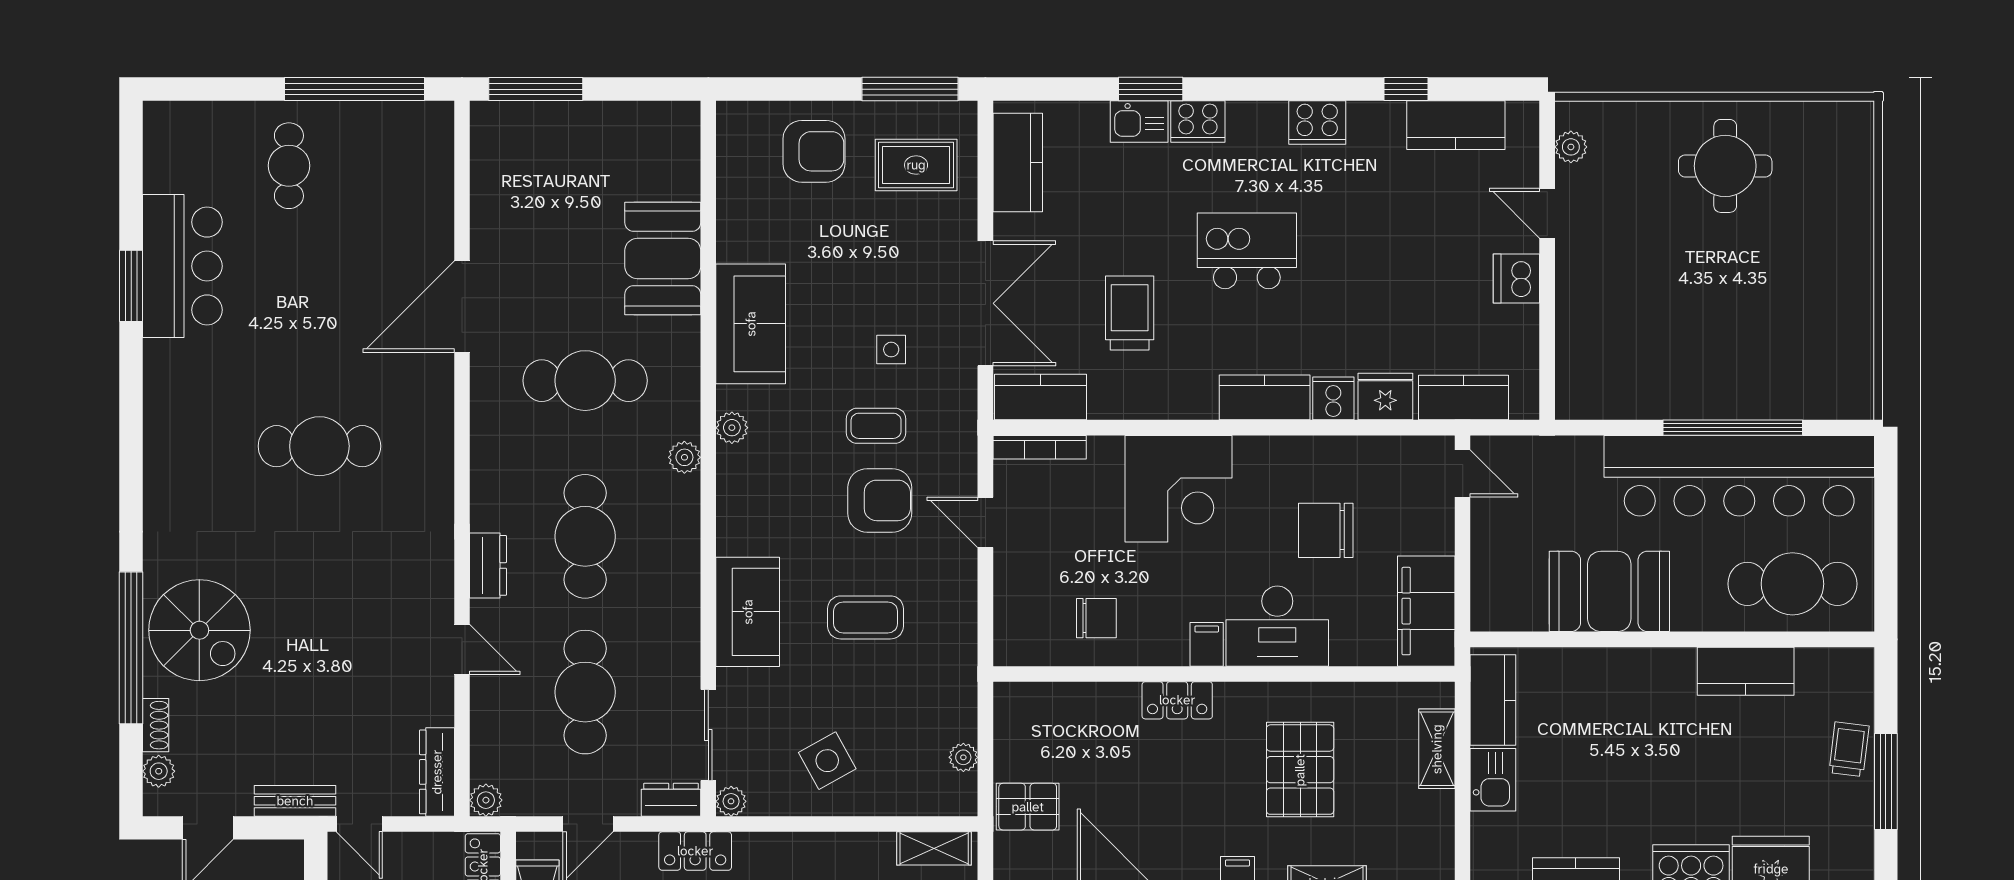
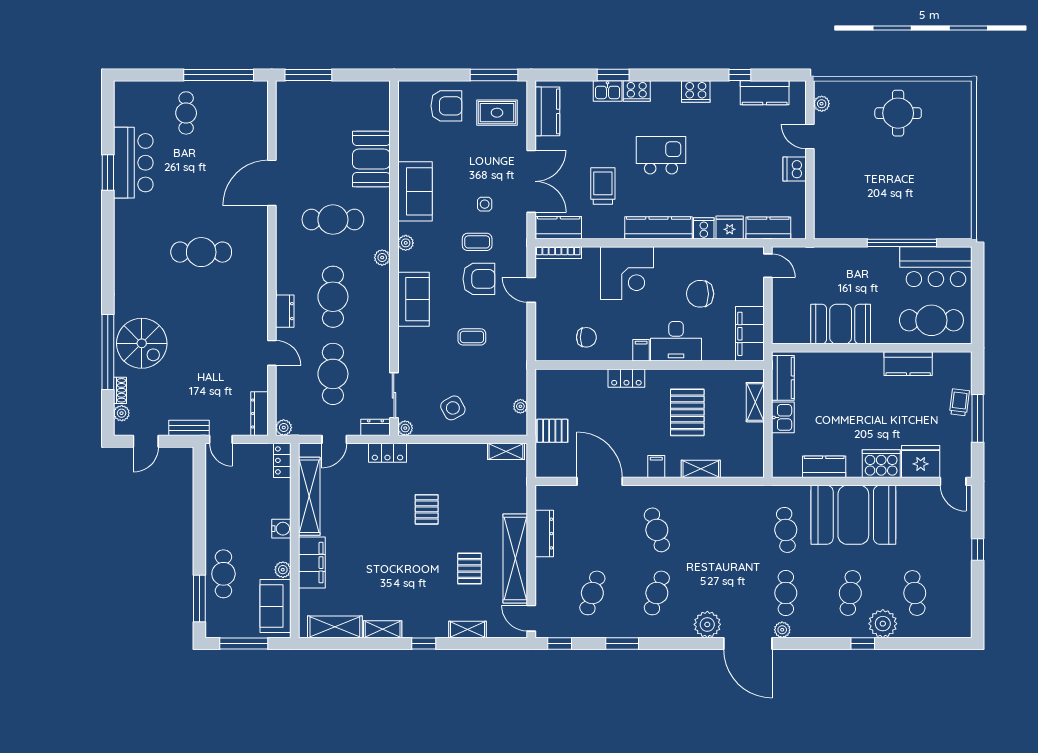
kitchen counter: (1265, 397) -> (659, 228), width x1.50
bar counter: (1739, 476) -> (936, 267), width x0.54
sofa: (748, 612) -> (413, 299), moved
coffee table: (866, 617) -> (472, 337), width x0.73, depth x0.77

